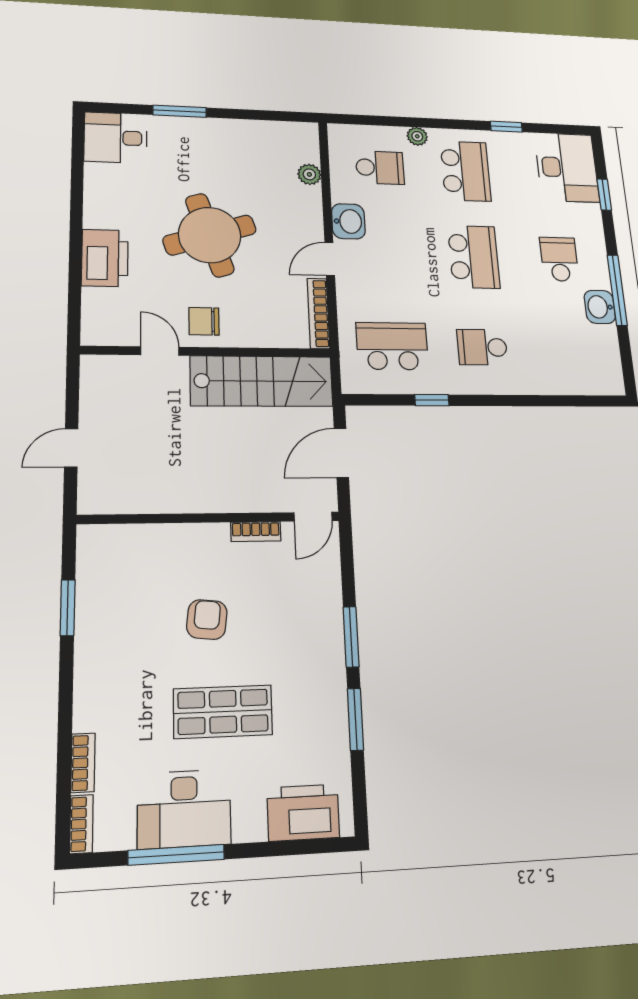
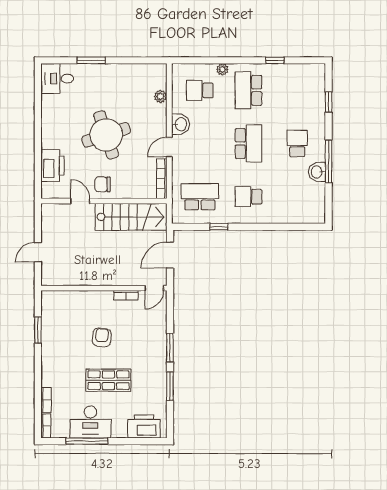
desk: (567, 167) -> (308, 85), removed
school desk: (380, 168) -> (200, 90), turned 180
school desk: (466, 171) -> (248, 90), turned 180
printer: (105, 258) -> (52, 166), moved

